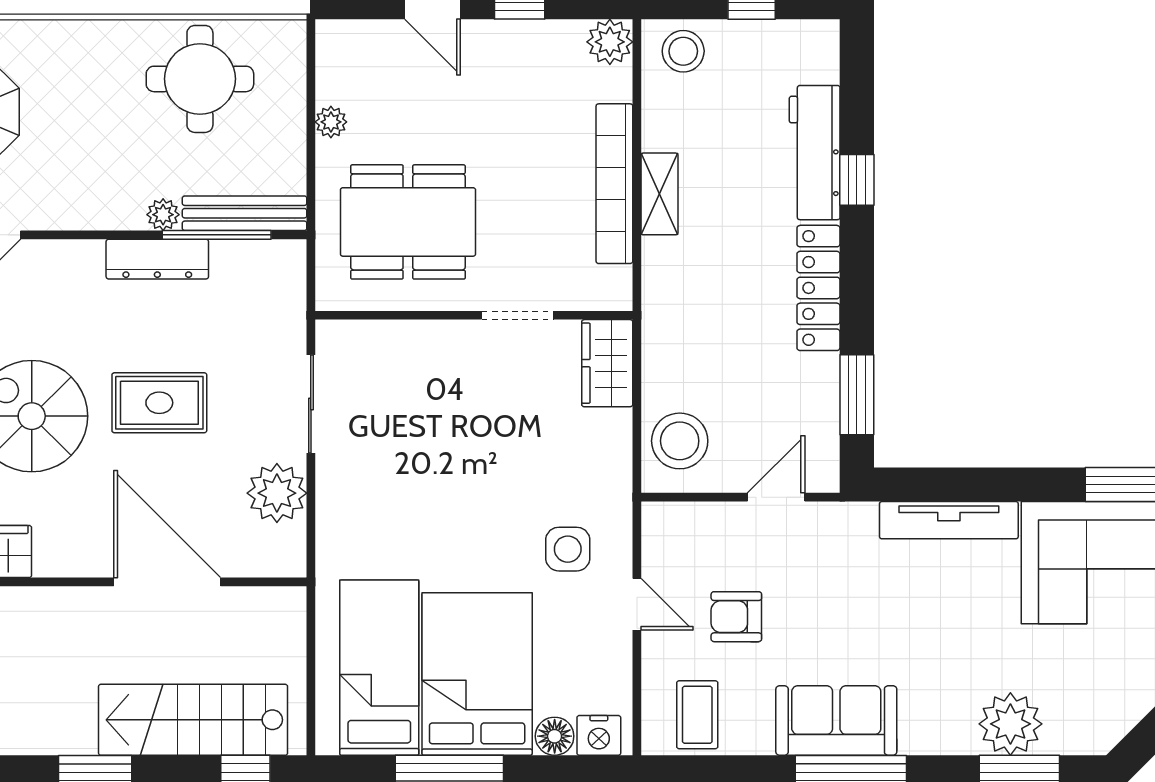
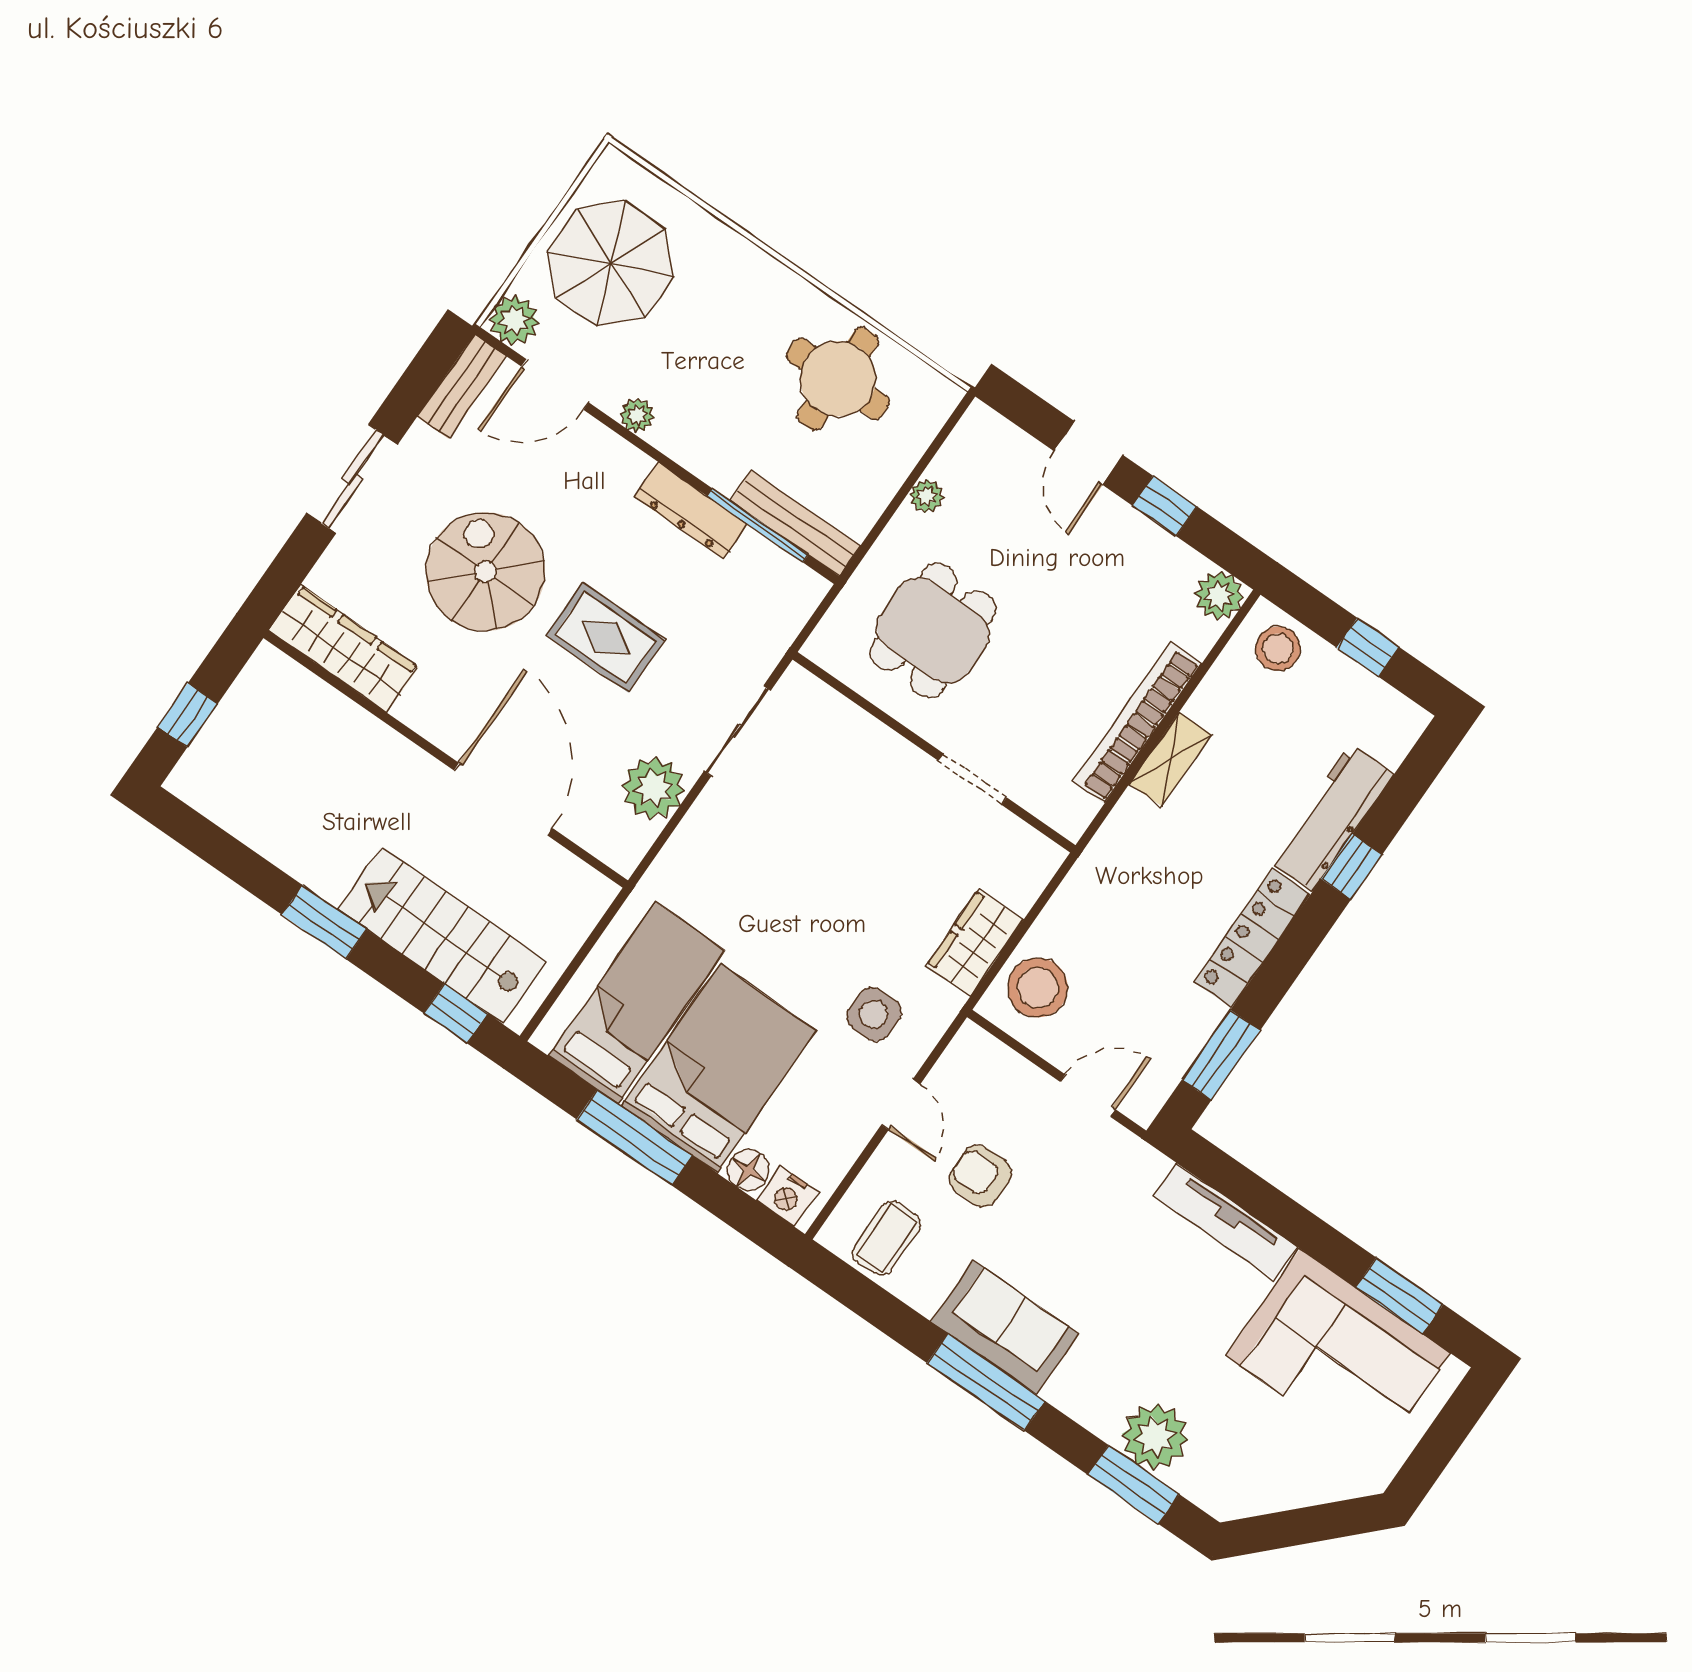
plant: (163, 215) -> (637, 415), moved
dining table: (408, 222) -> (933, 631), width x0.73
wardrobe: (607, 363) -> (975, 943), moved

